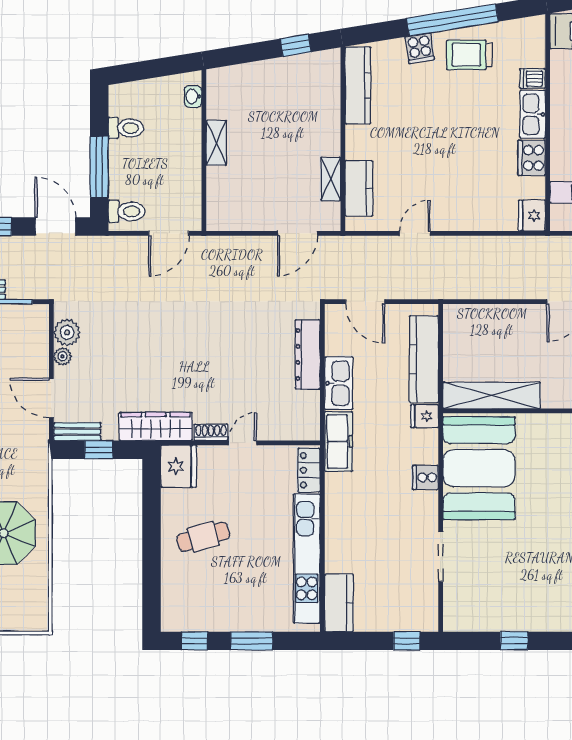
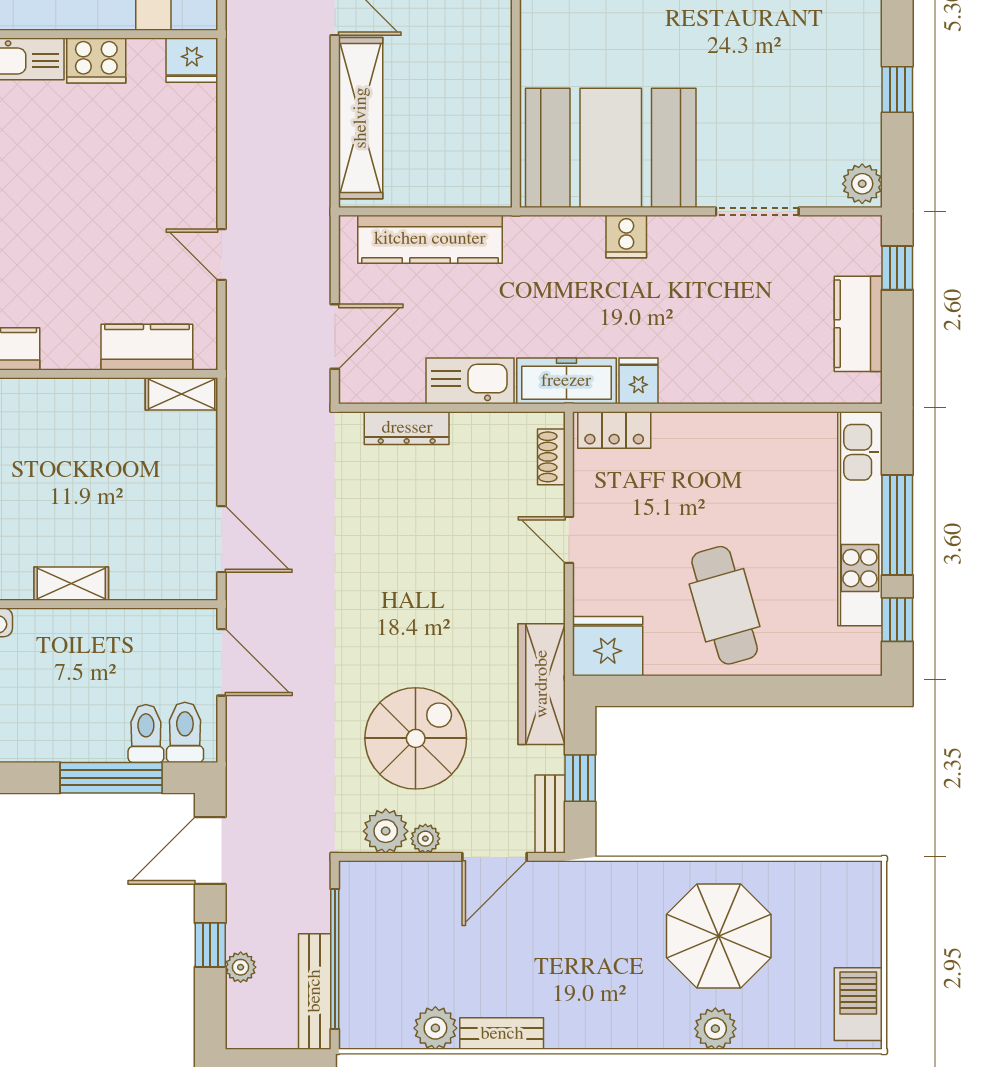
toilet: (126, 128) -> (146, 733), moved
shelving: (331, 179) -> (182, 394), moved
door: (297, 233) -> (222, 539), moved
spiral stairs: (123, 351) -> (416, 738), added
dresser: (308, 354) -> (407, 428), width x0.73, depth x0.80
shelving: (492, 395) -> (361, 118), moved
fridge: (424, 416) -> (638, 381), moved, turned 180
shoe rack: (211, 432) -> (551, 457), moved
cafe table: (203, 537) -> (725, 605), width x1.37, depth x1.35
kitchen unit: (307, 559) -> (860, 519), moved, turned 90
kitchen counter: (339, 603) -> (858, 324), moved, turned -90
plant: (457, 620) -> (862, 184), added
window: (252, 641) -> (897, 525), width x1.44

